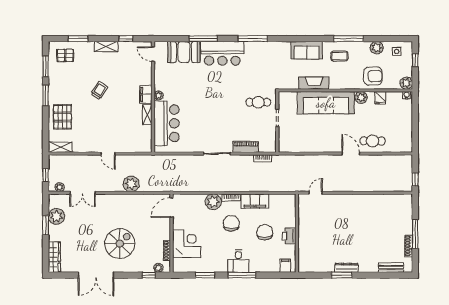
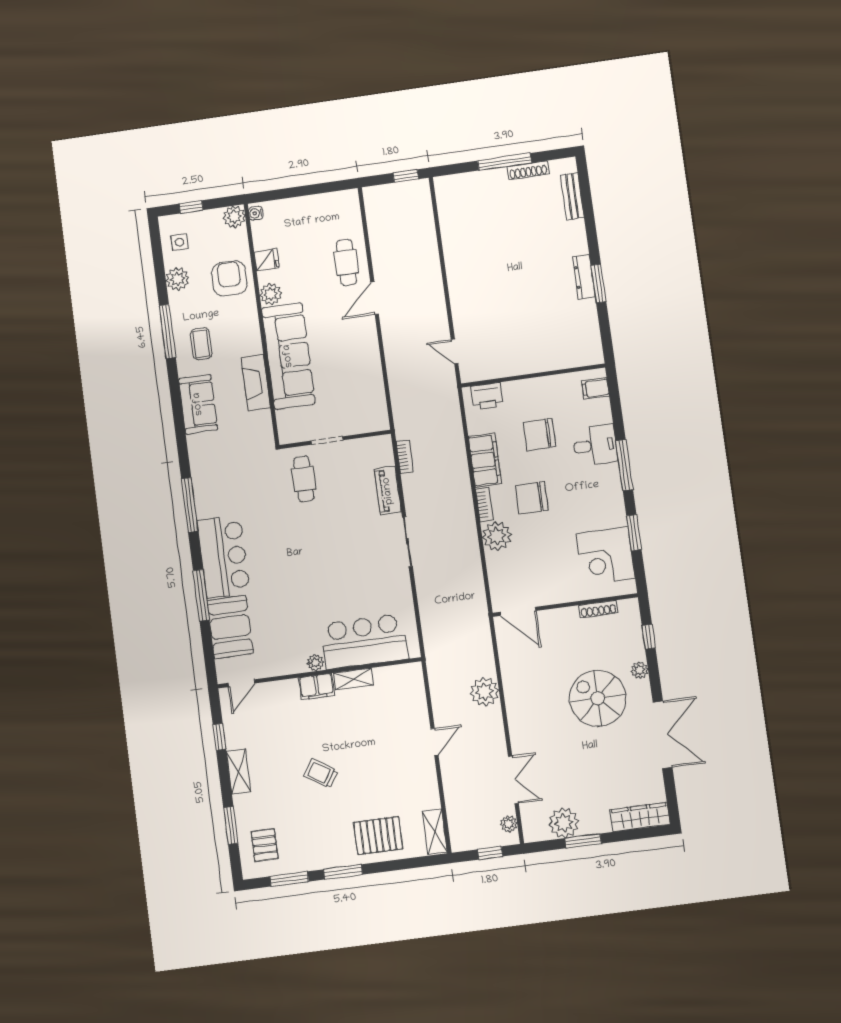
printer: (289, 236) -> (487, 396), moved
corner desk: (187, 244) -> (605, 556), moved, turned -90
desk: (238, 261) -> (595, 445), moved
plant: (158, 268) -> (640, 670), moved

